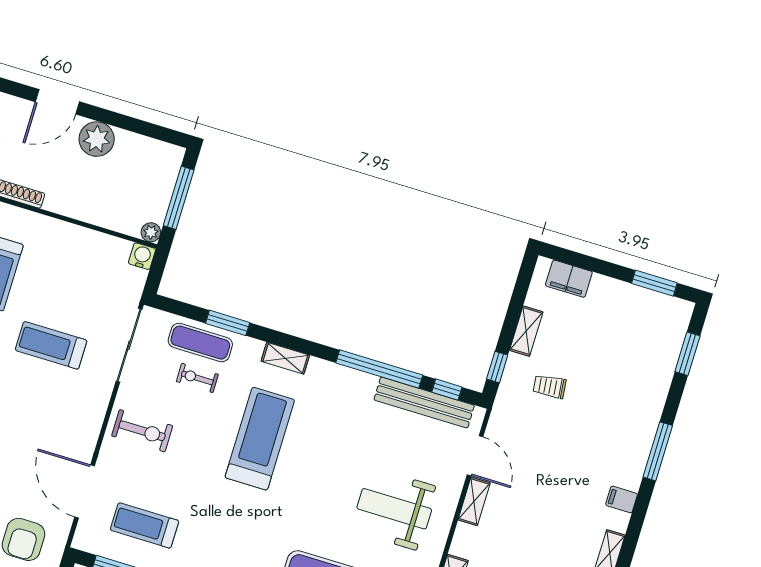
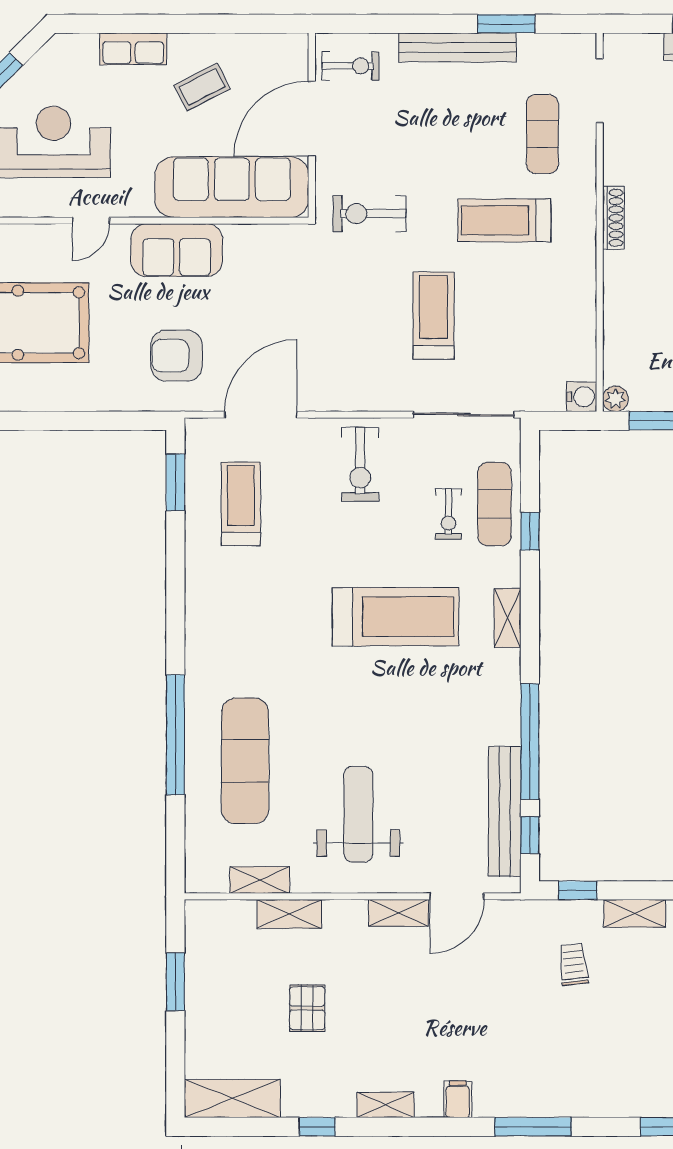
window: (228, 323) -> (530, 531), width x0.67
exercise bike: (197, 378) -> (448, 514), turned 180

